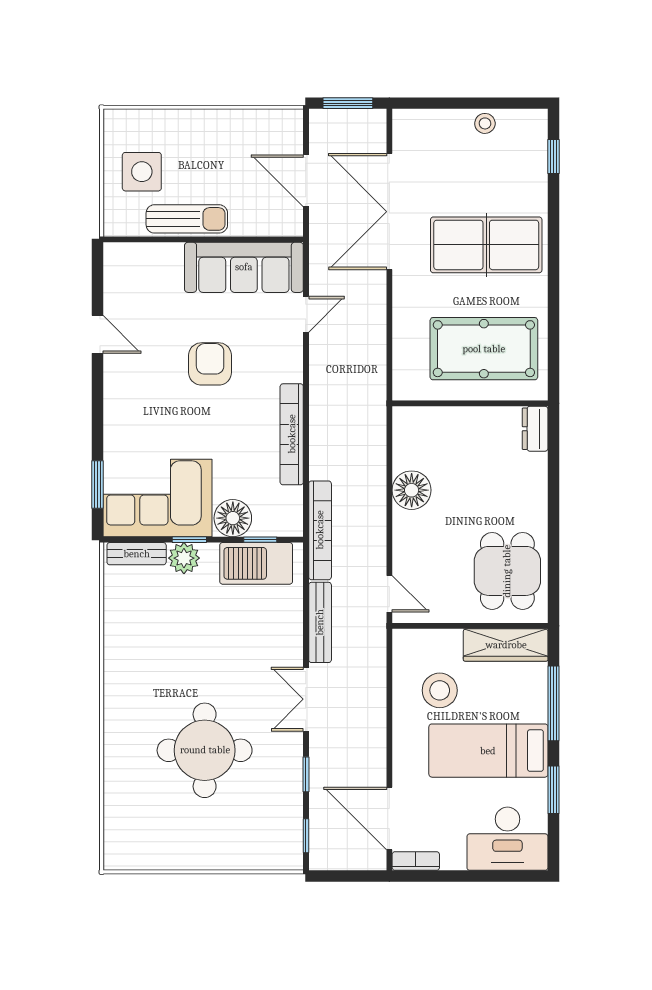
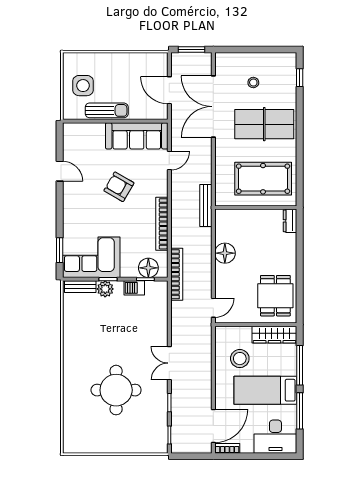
stool: (485, 123) -> (253, 83), moved
armchair: (210, 364) -> (119, 187), turned -60
floor lamp: (233, 518) -> (148, 268), moved
barbecue: (256, 563) -> (134, 288), width x0.53, depth x0.65
door: (389, 594) -> (213, 308), hinge flipped
bench: (320, 622) -> (206, 205), moved
window: (553, 790) -> (300, 411), width x1.44
door: (389, 819) -> (213, 426), swing flipped

